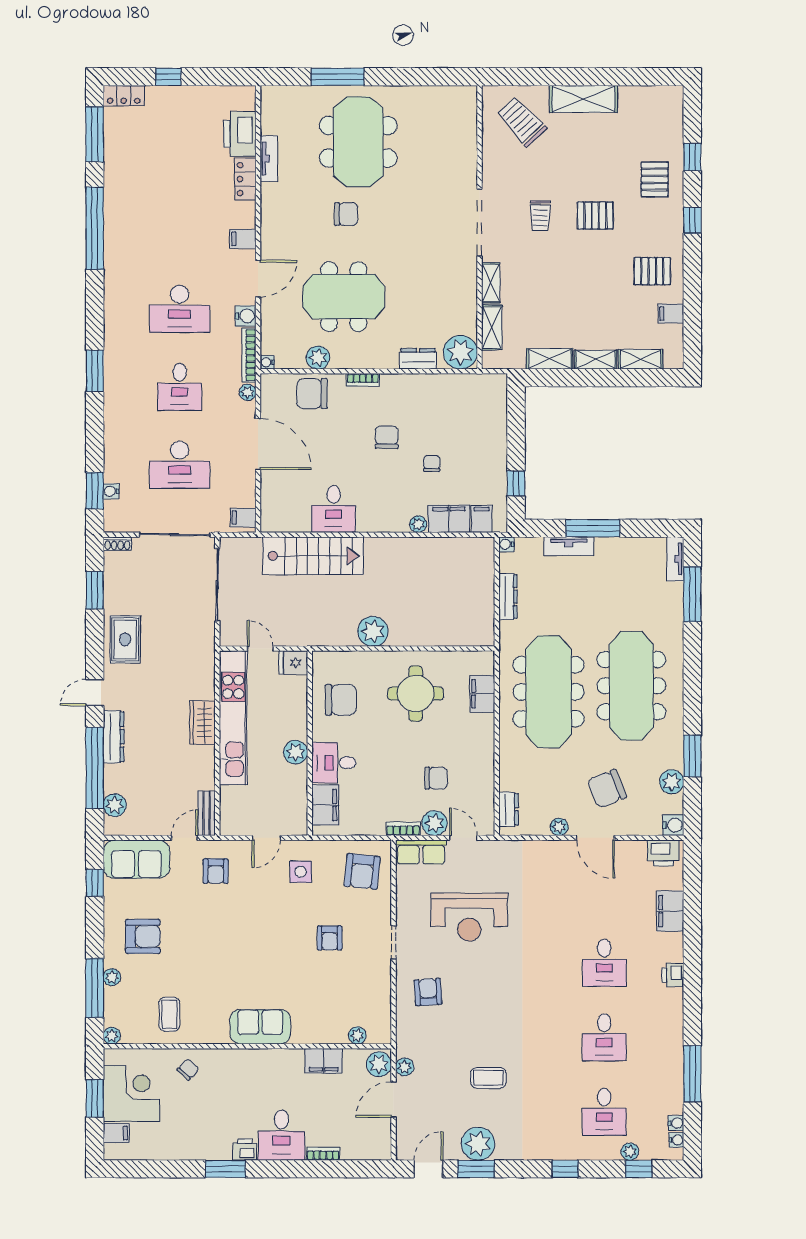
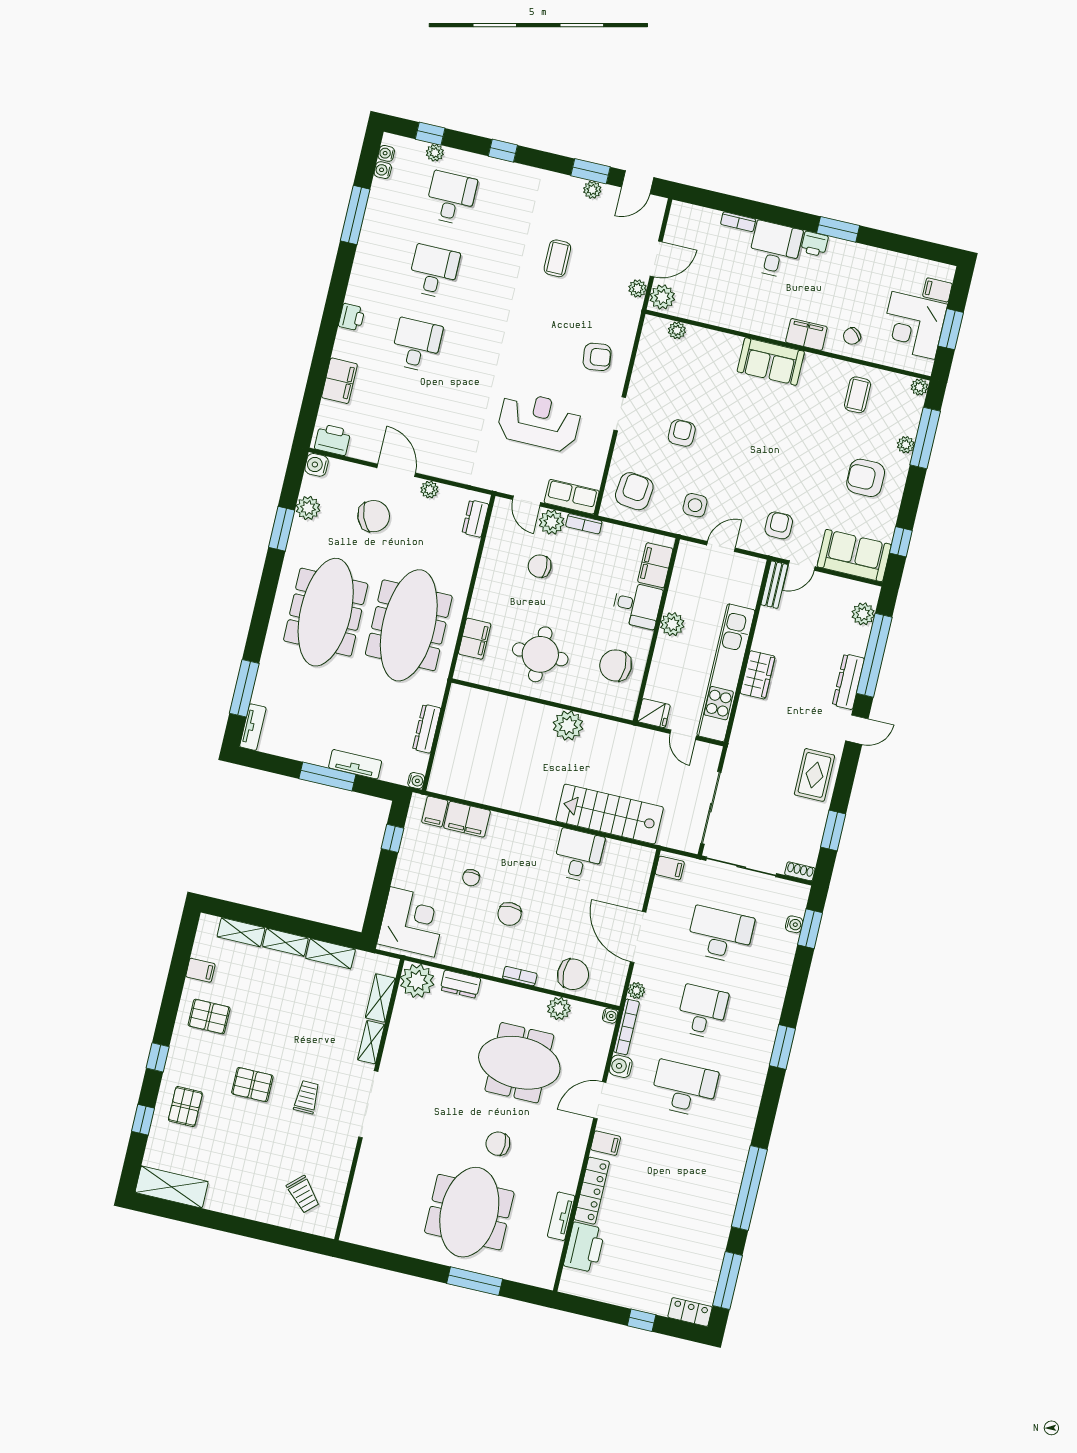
shelving: (583, 99) -> (172, 1187), moved
trolley: (522, 122) -> (303, 1194), width x0.73, depth x0.72
locker: (245, 179) -> (592, 1191), width x1.53
corner desk: (478, 408) -> (412, 922), added
plant: (418, 524) -> (499, 821), removed
armchair: (428, 992) -> (597, 357), turned -93
filing cabinet: (324, 1061) -> (806, 334), moved
coffee table: (488, 1078) -> (557, 258), turned 90
plant: (478, 1144) -> (592, 190), width x0.53, depth x0.53

